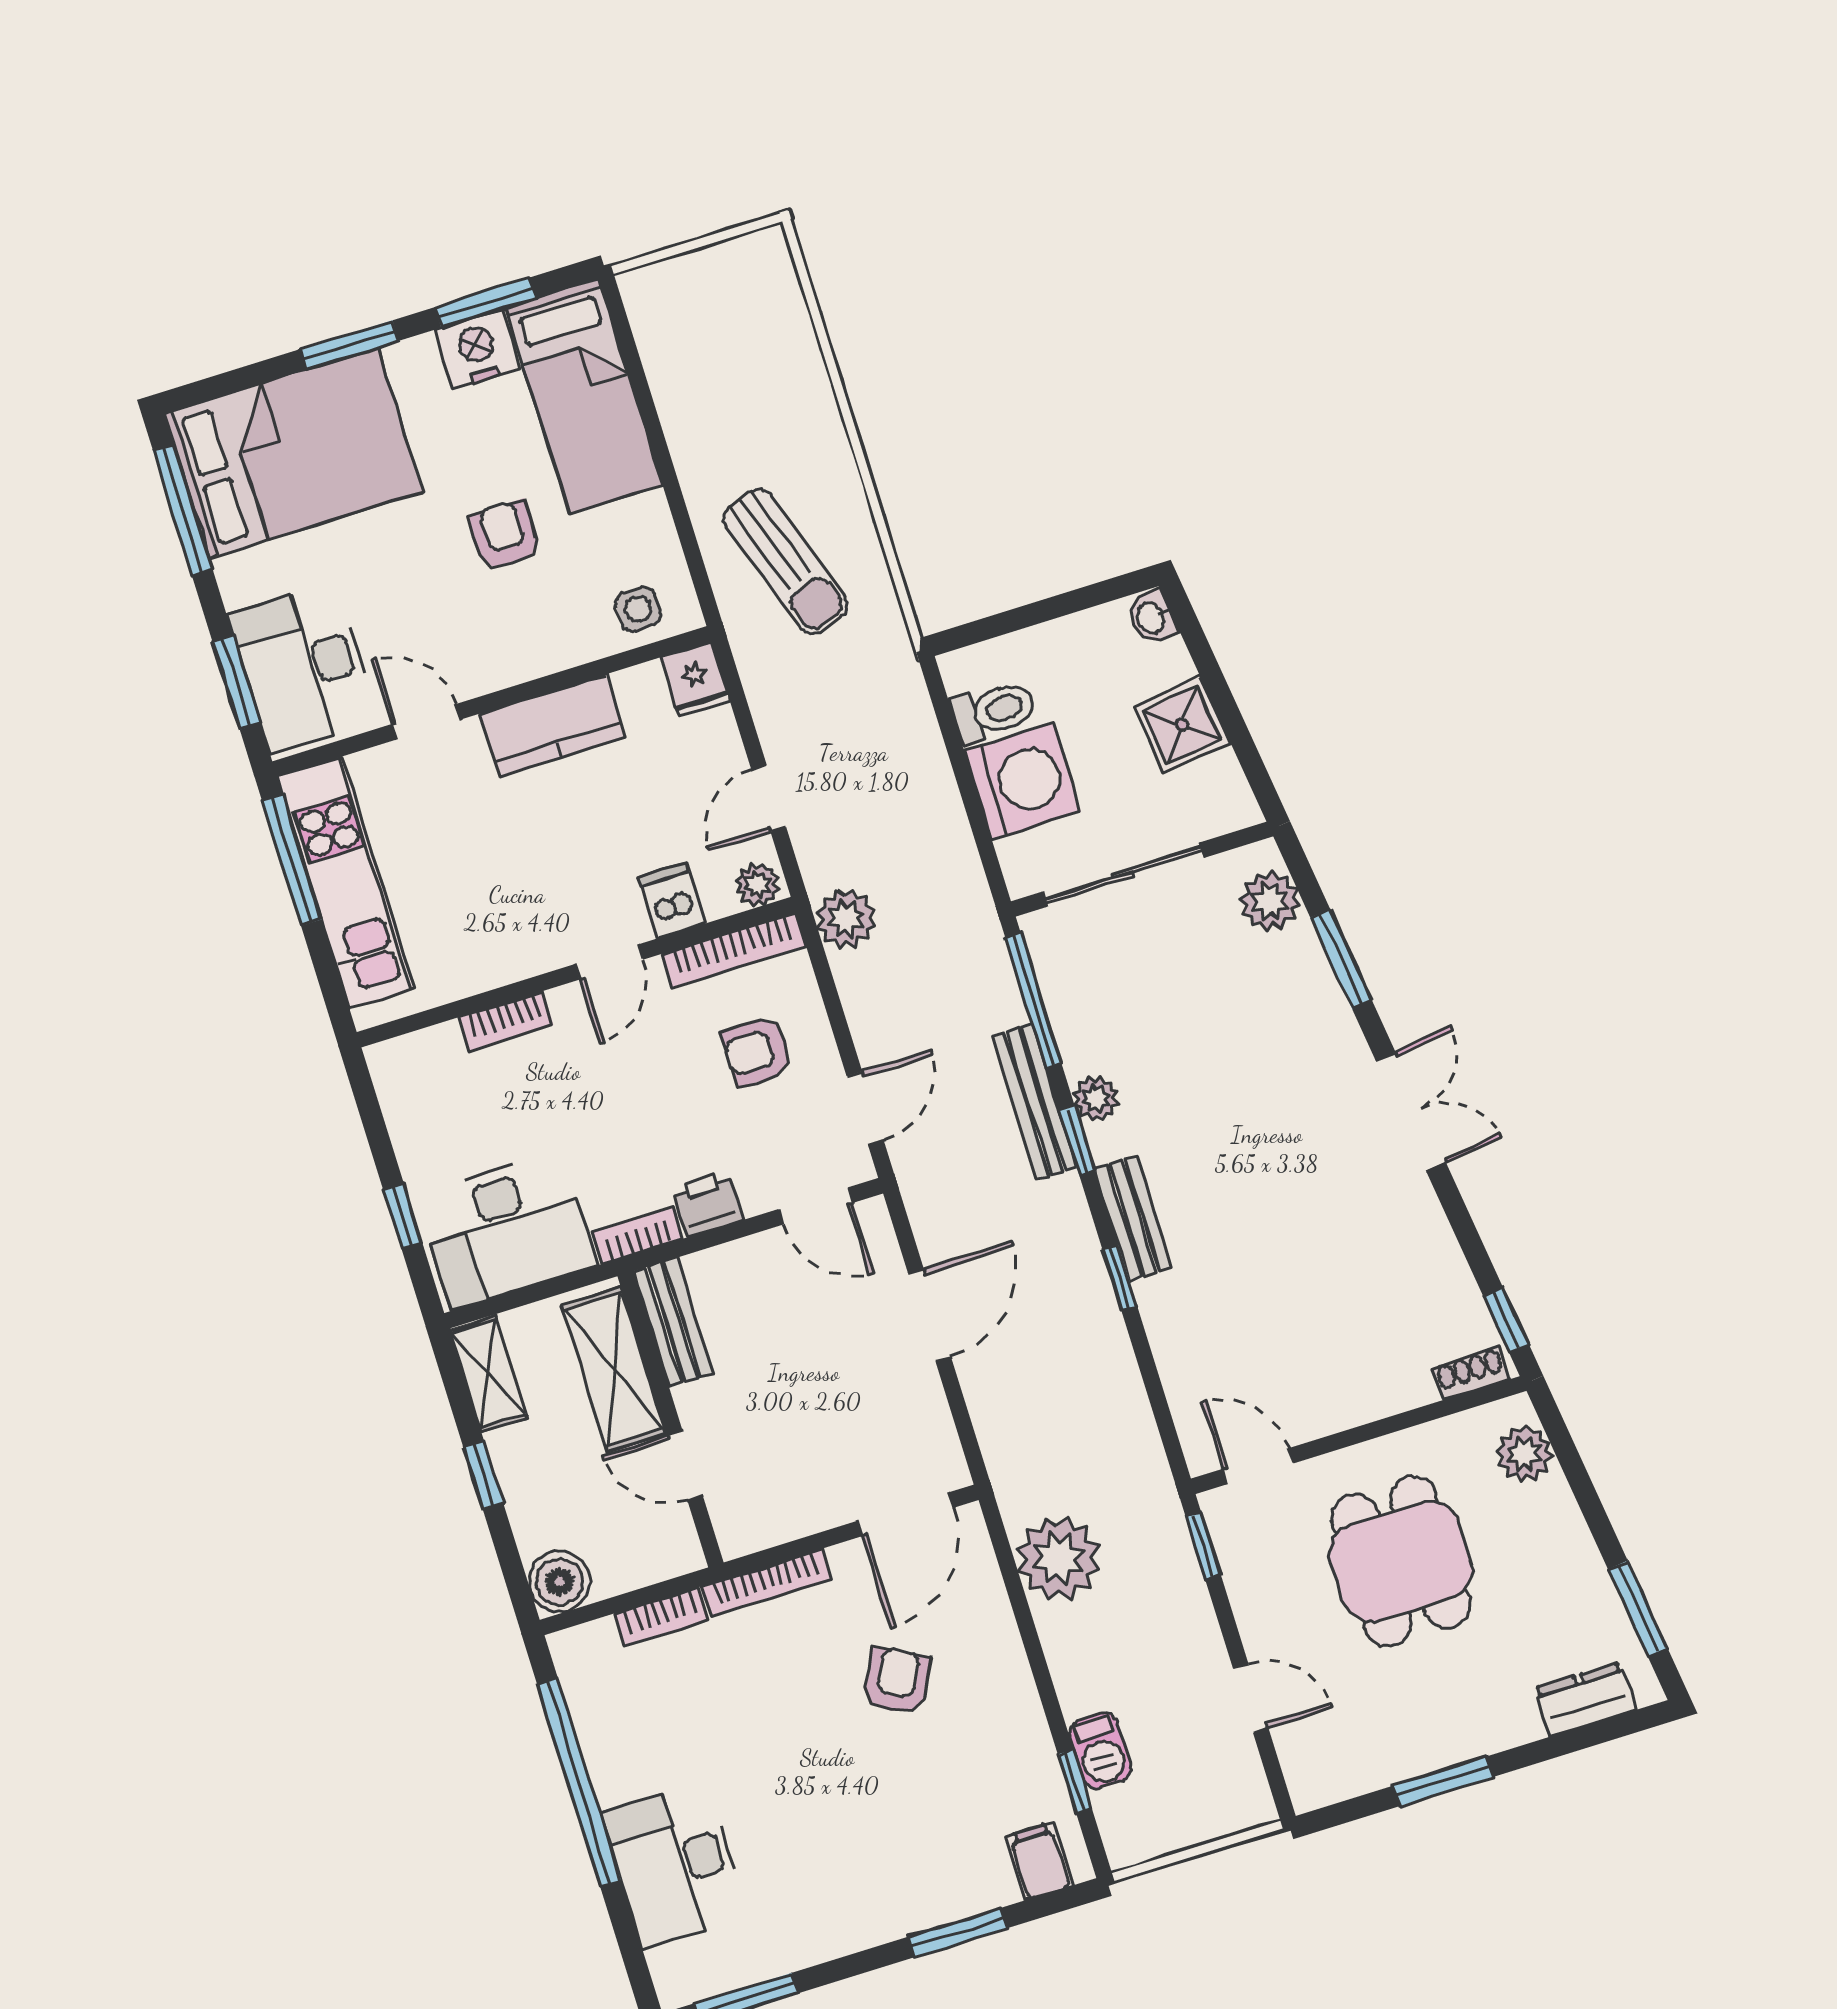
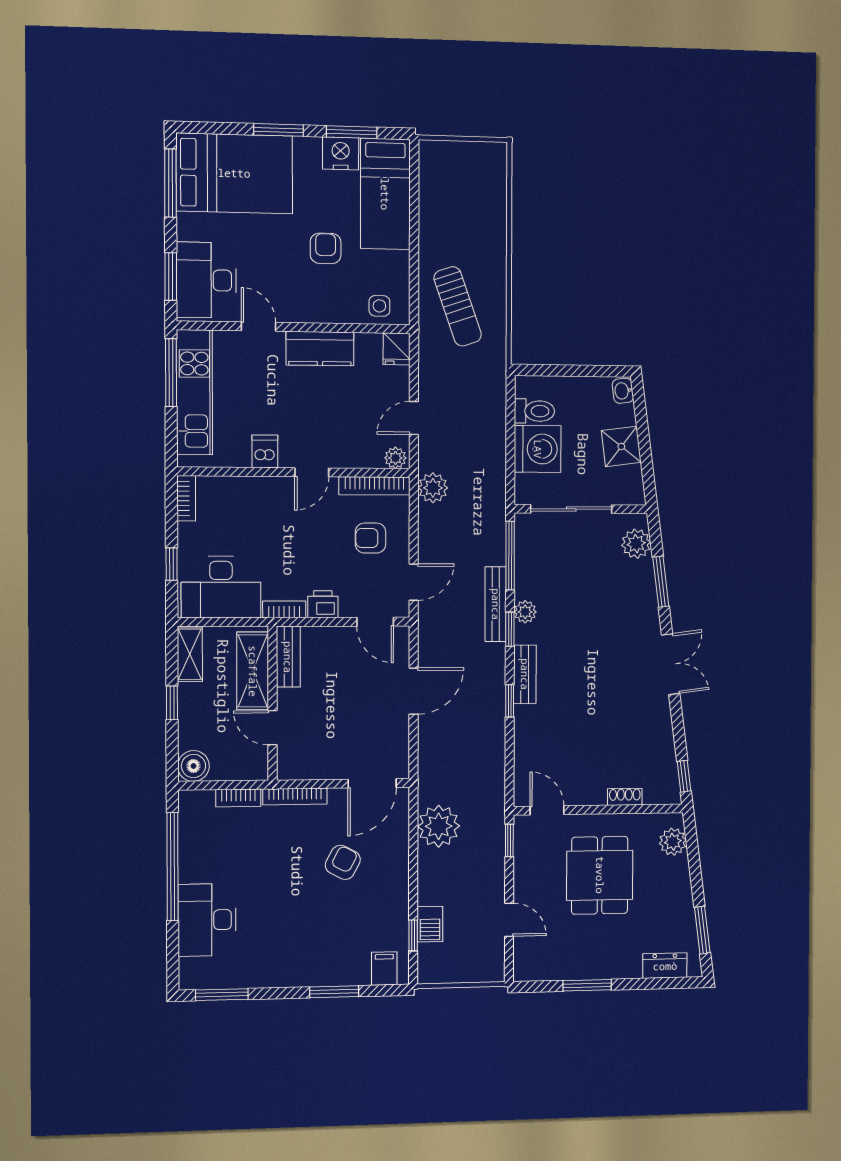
dishwasher: (672, 900) -> (265, 451), moved
bookcase: (506, 1021) -> (186, 498), moved, turned -90
shoe rack: (1471, 1373) -> (625, 797), moved

